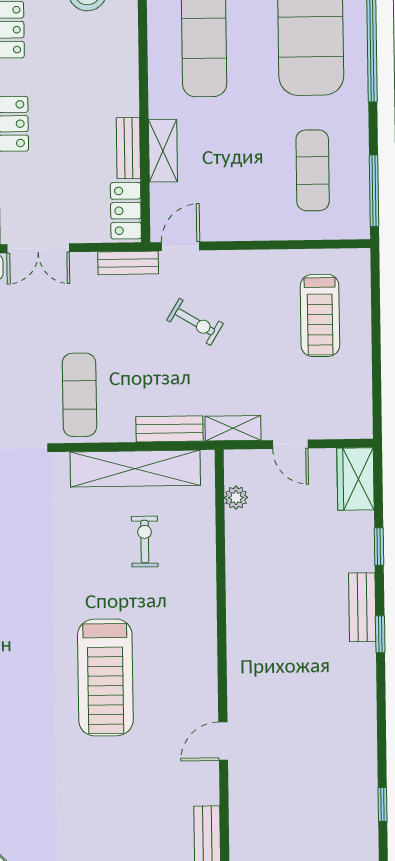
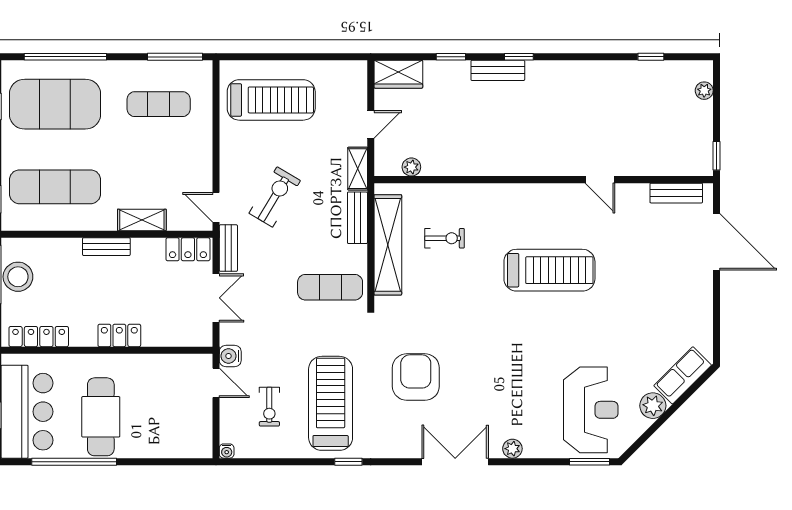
bench: (128, 148) -> (106, 247), moved
double door: (38, 248) -> (216, 298), moved
treadmill: (320, 315) -> (271, 100), width x1.37, depth x1.38
exercise bike: (195, 322) -> (275, 197), width x1.38, depth x1.39
exercise bike: (145, 542) -> (445, 238), turned 180

